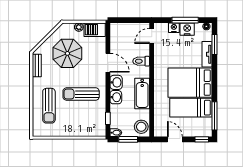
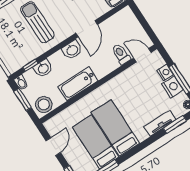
toilet: (141, 61) -> (121, 54), moved
bed: (190, 83) -> (115, 128), width x0.67
washbasin: (116, 97) -> (43, 68), moved

